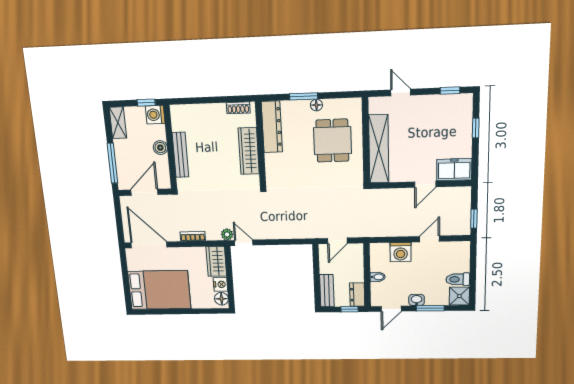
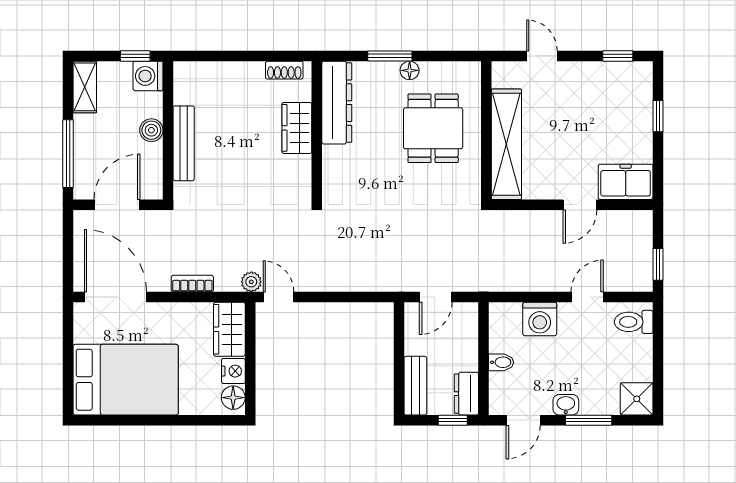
wardrobe: (249, 151) -> (297, 128), width x0.67
toilet: (458, 279) -> (634, 322), moved

